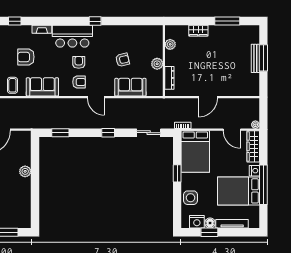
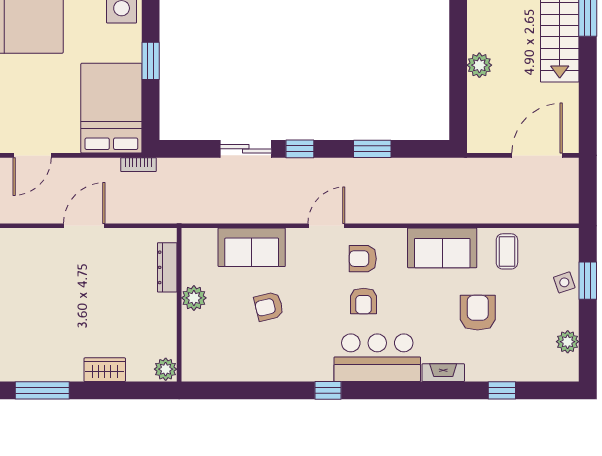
plant: (170, 44) -> (166, 369), moved
armchair: (26, 57) -> (478, 313), turned -90
door: (96, 97) -> (326, 226), hinge flipped
door: (232, 130) -> (32, 155), swing flipped
window: (60, 133) -> (372, 149), moved
sliding door: (149, 133) -> (246, 149), moved

